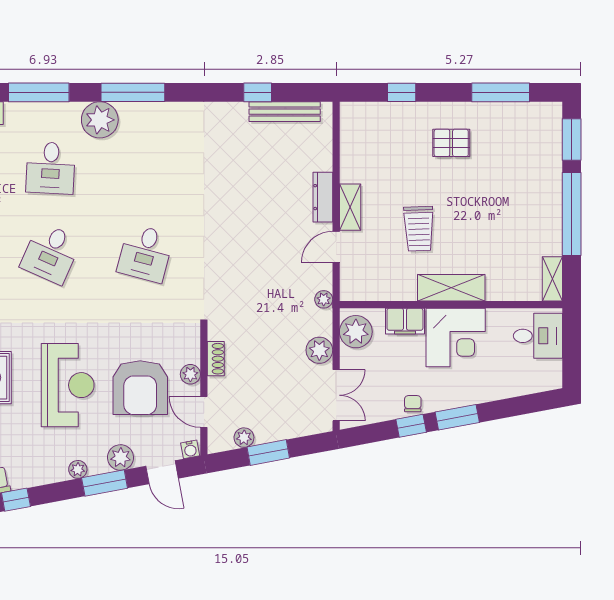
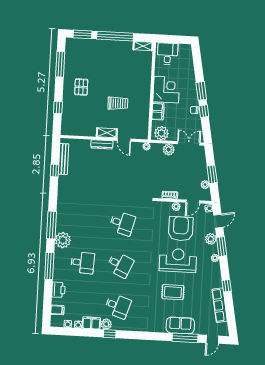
shelving: (451, 288) -> (144, 90), removed
armchair: (140, 388) -> (181, 229), turned -90

